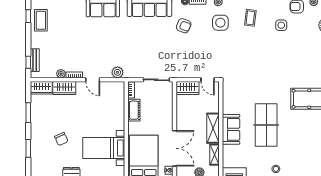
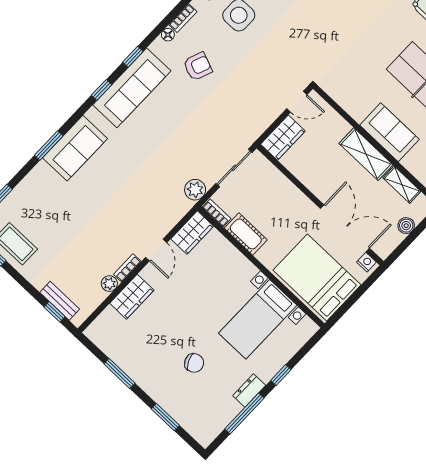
plant: (117, 72) -> (195, 190), moved
door: (93, 80) -> (156, 250), hinge flipped
wardrobe: (41, 88) -> (192, 233), moved

